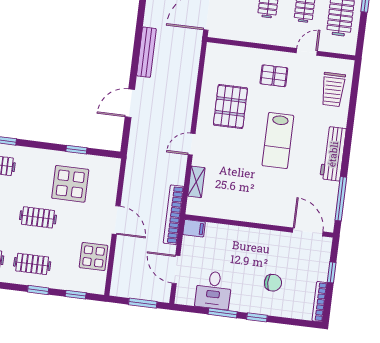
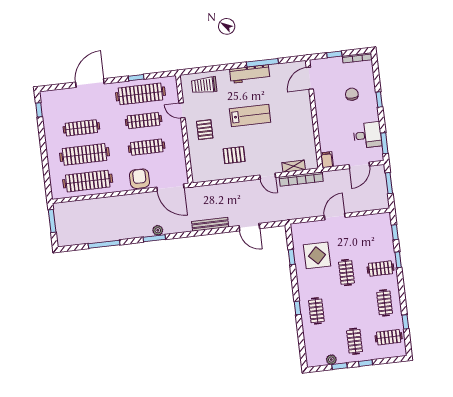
trolley: (333, 90) -> (204, 85), turned 180
pallet: (230, 107) -> (234, 155), width x0.67, depth x0.71
window: (341, 199) -> (262, 63), moved
bookcase: (174, 215) -> (301, 179), moved
display table: (94, 256) -> (365, 226), removed
clothes rail: (32, 264) -> (381, 269), turned 90
window: (223, 313) -> (384, 143), moved

